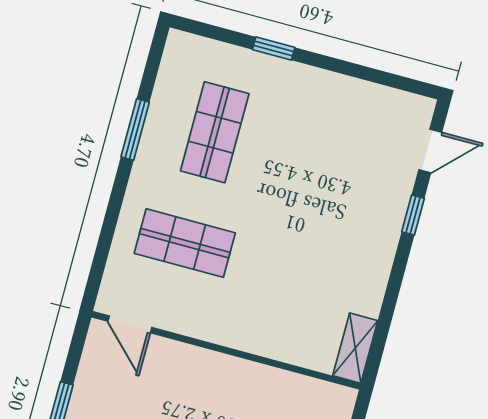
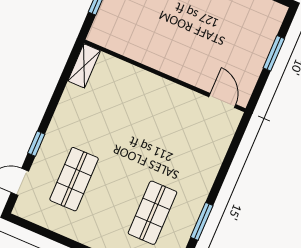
shop shelf: (185, 243) -> (74, 179), moved, turned 90

